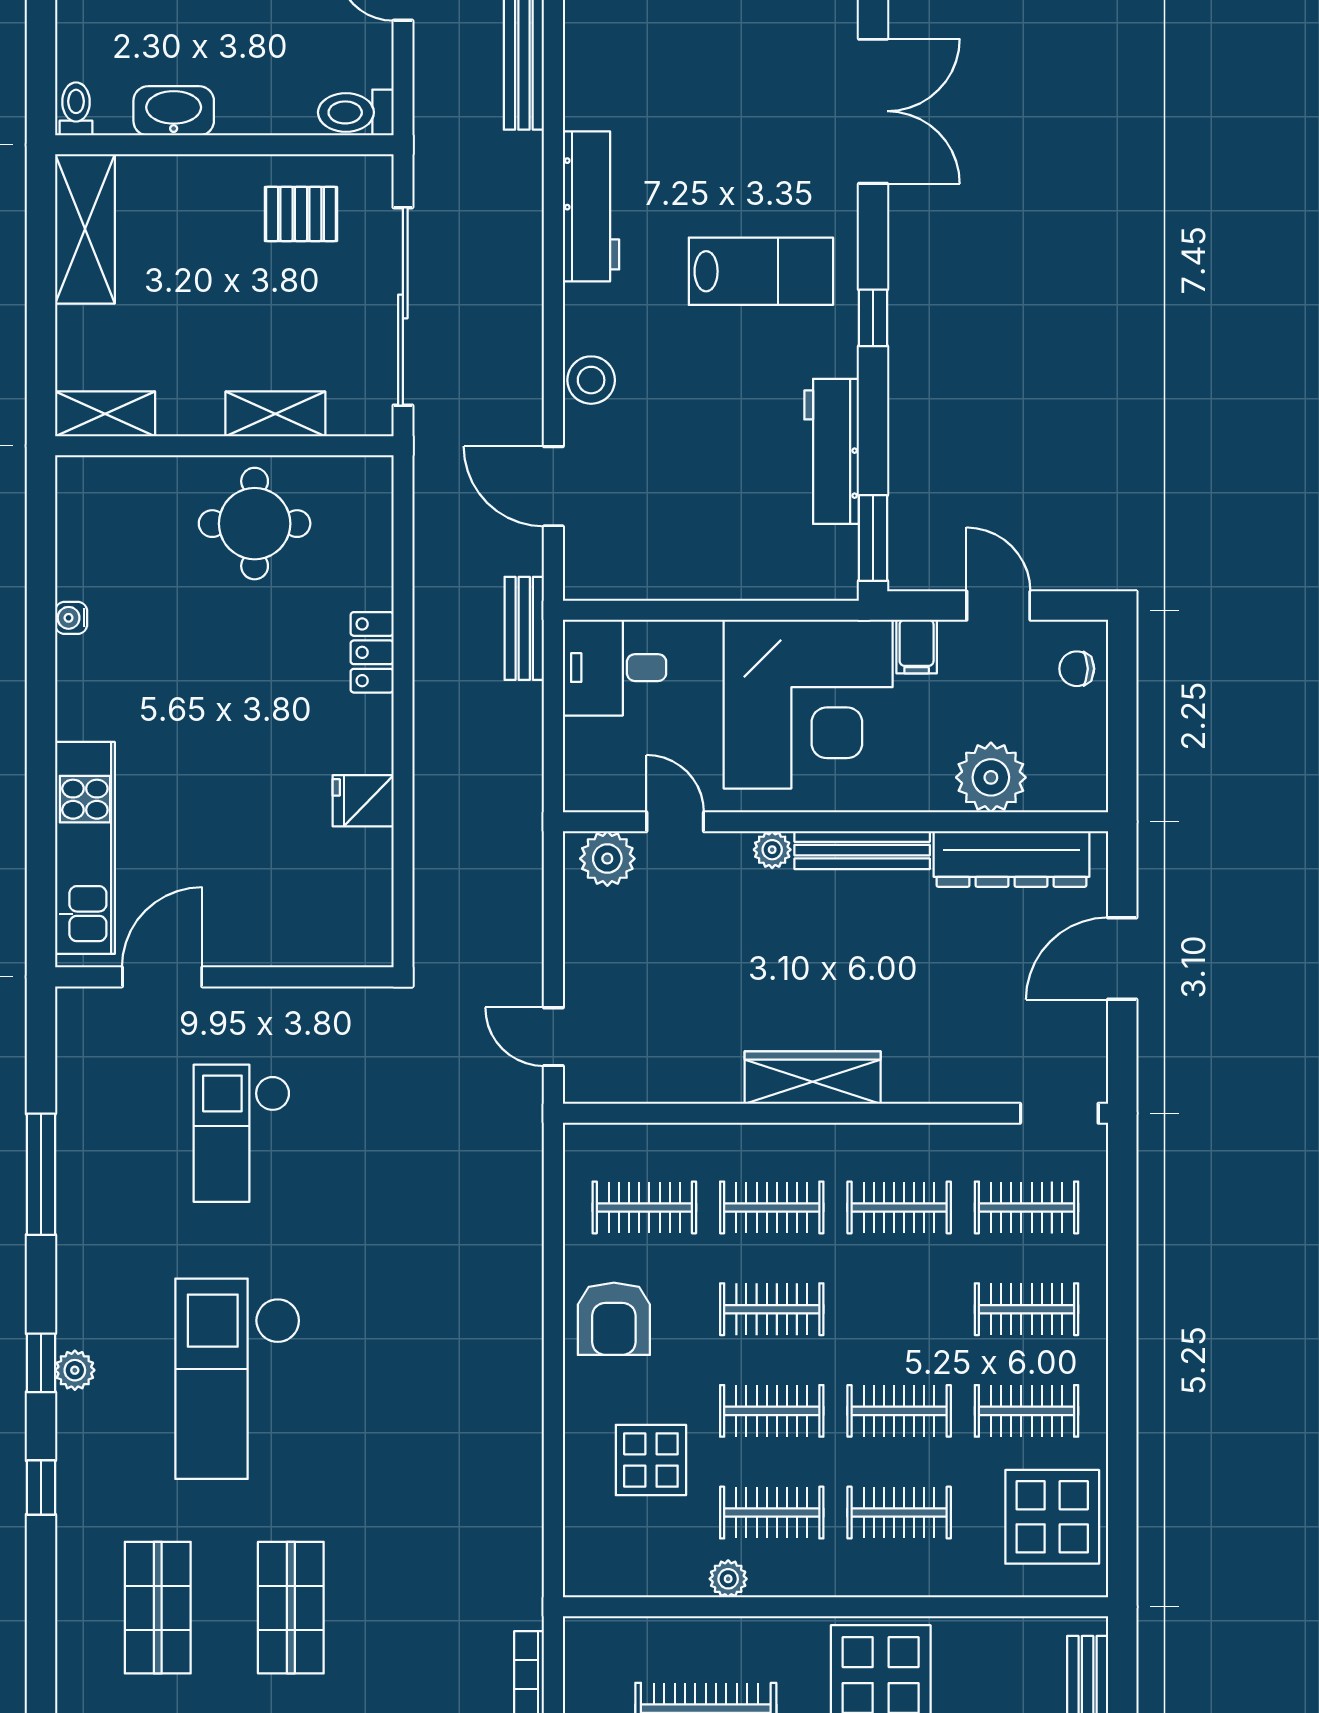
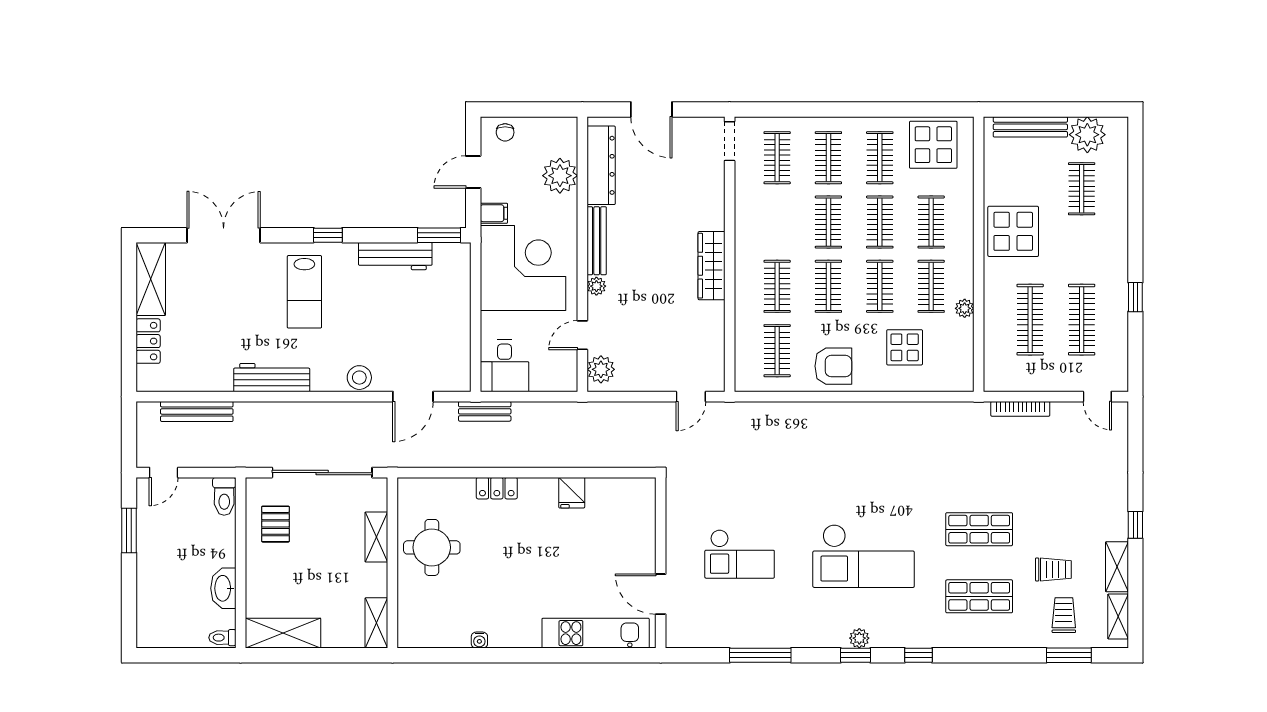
lab bench: (761, 271) -> (304, 292), turned 180
clothes rail: (899, 1207) -> (828, 222), moved

